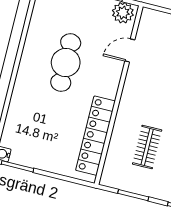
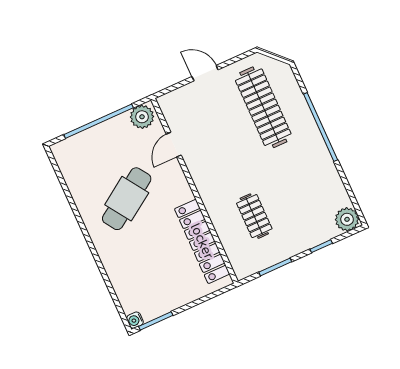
cafe table: (66, 63) -> (127, 199), turned 56

